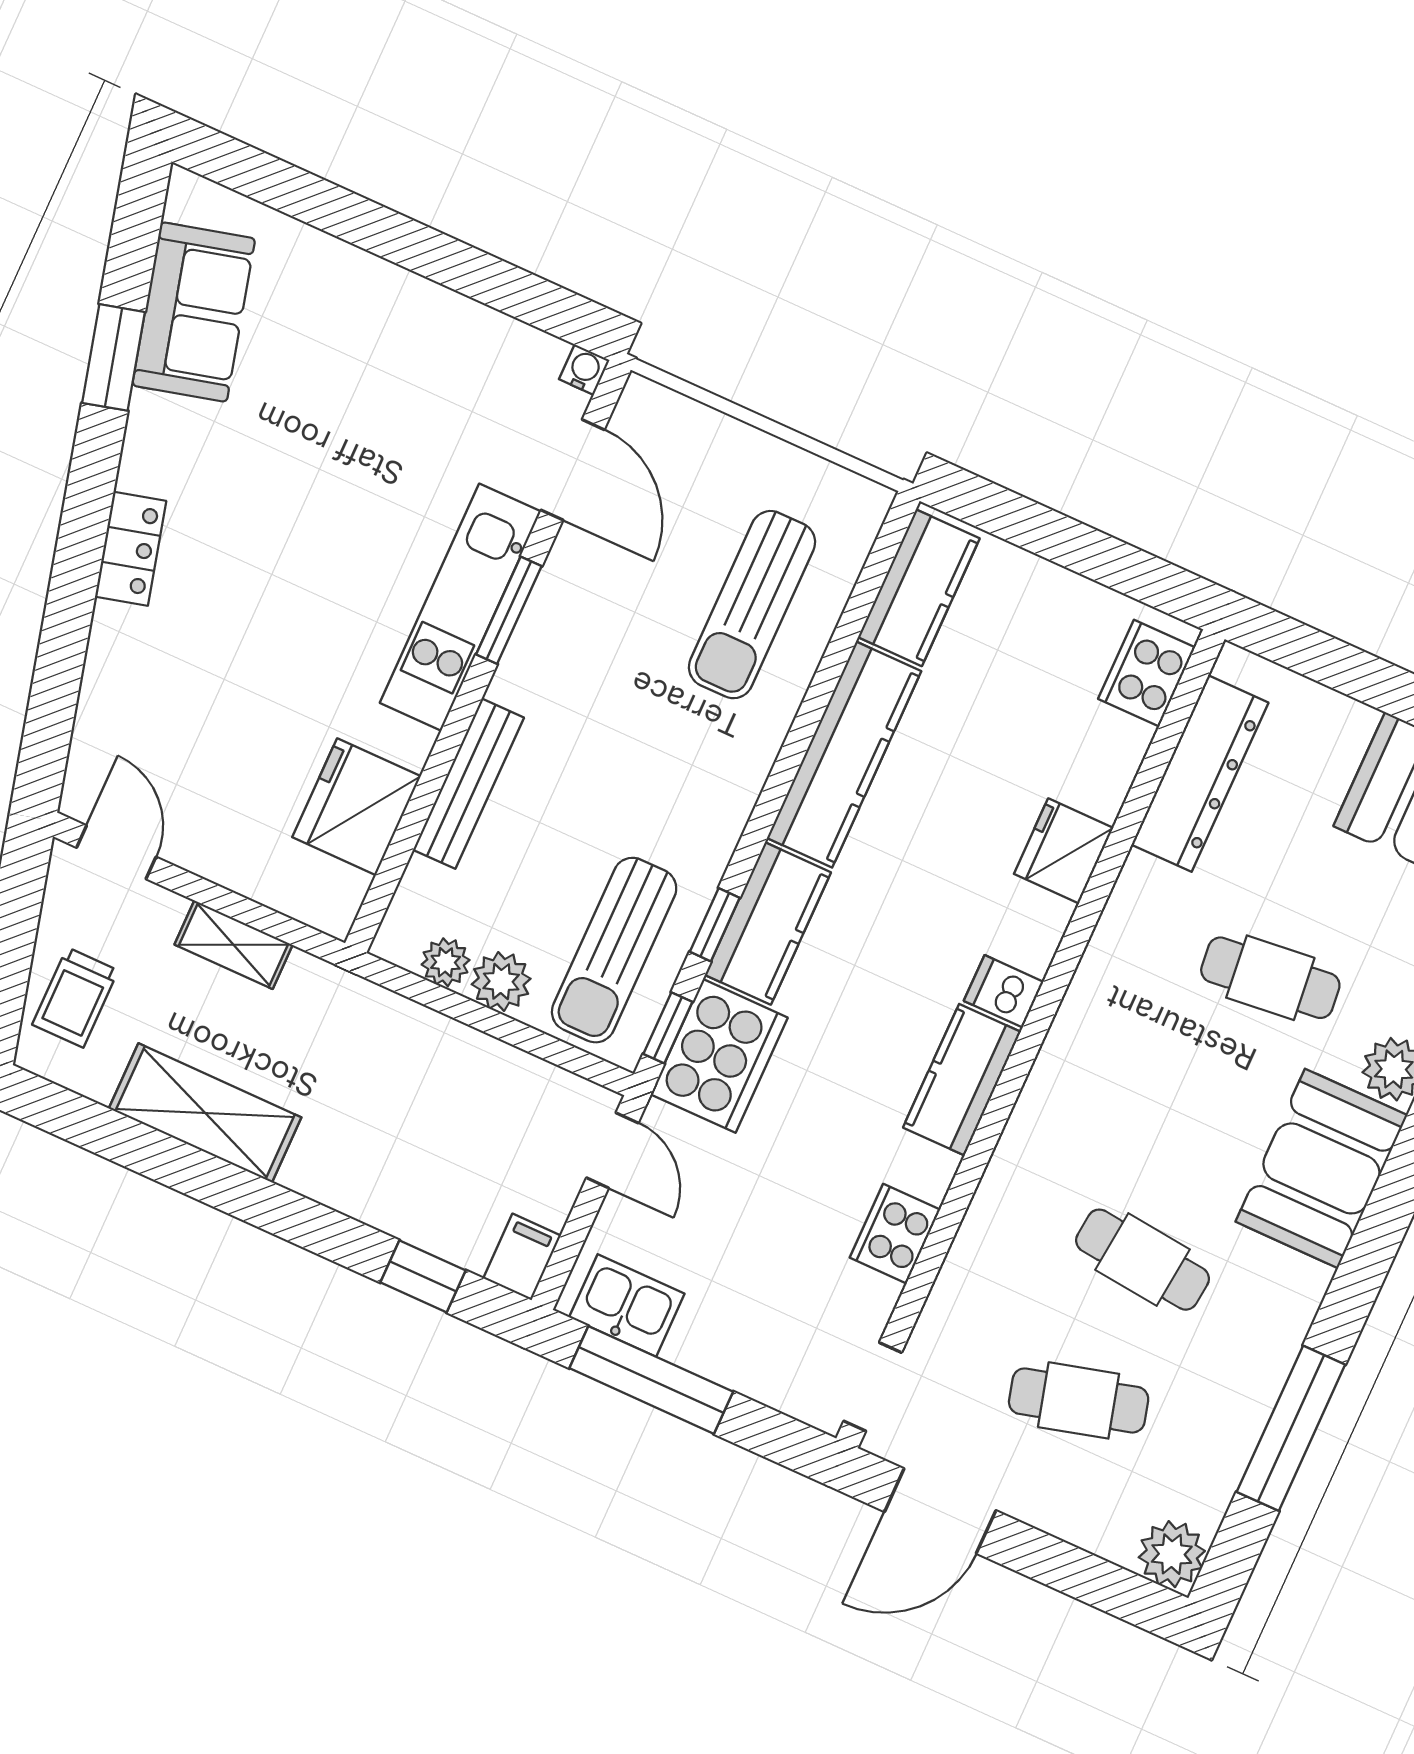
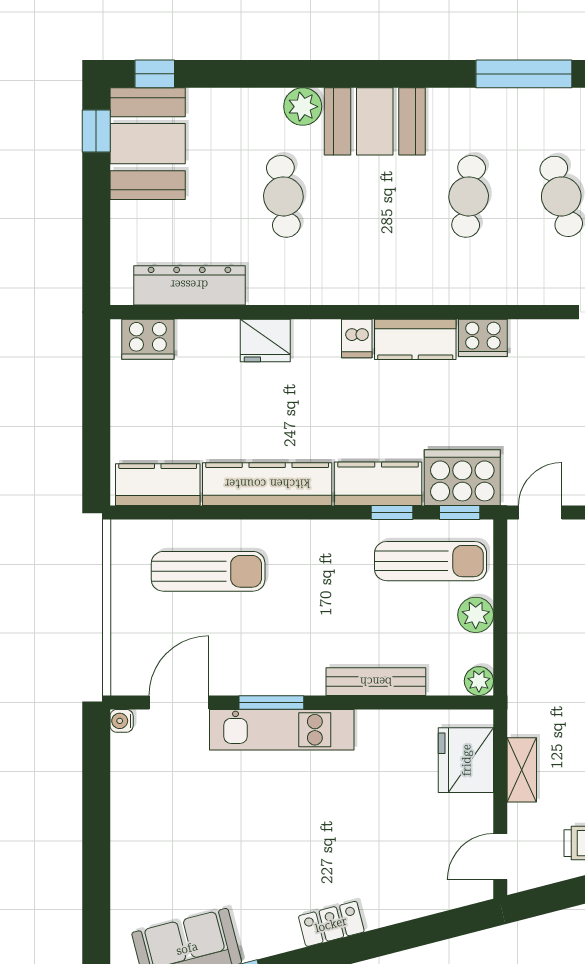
fridge: (357, 807) -> (466, 760), moved, turned 90
plant: (446, 962) -> (479, 681), moved
cooker: (895, 1234) -> (483, 338), moved

